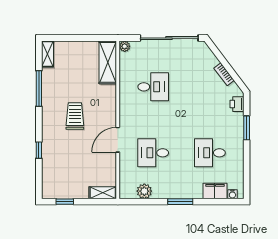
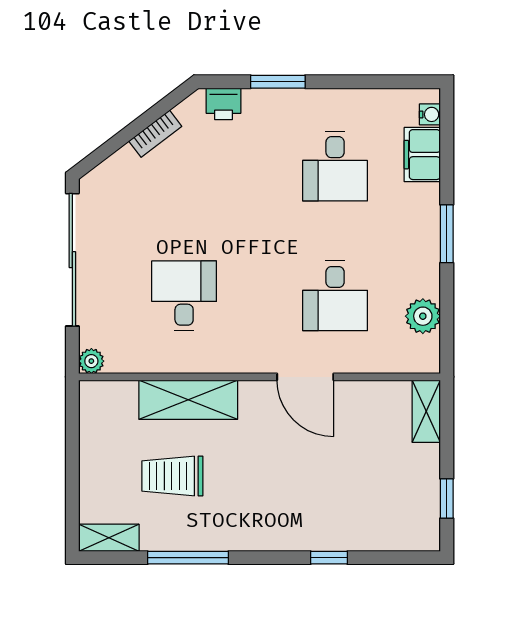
shelving: (108, 62) -> (188, 400), moved
trolley: (75, 116) -> (172, 476), moved

